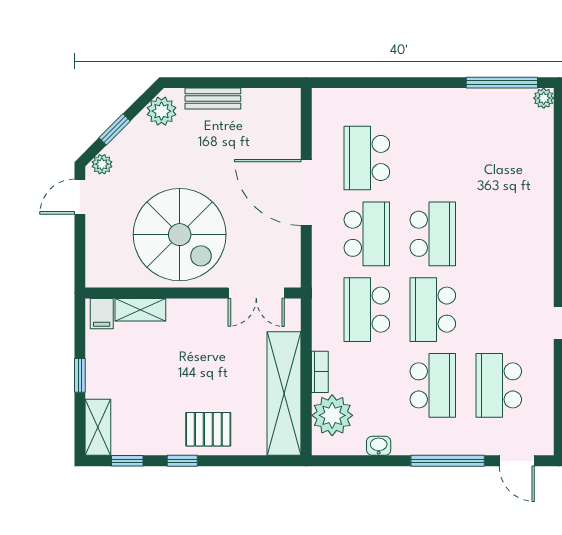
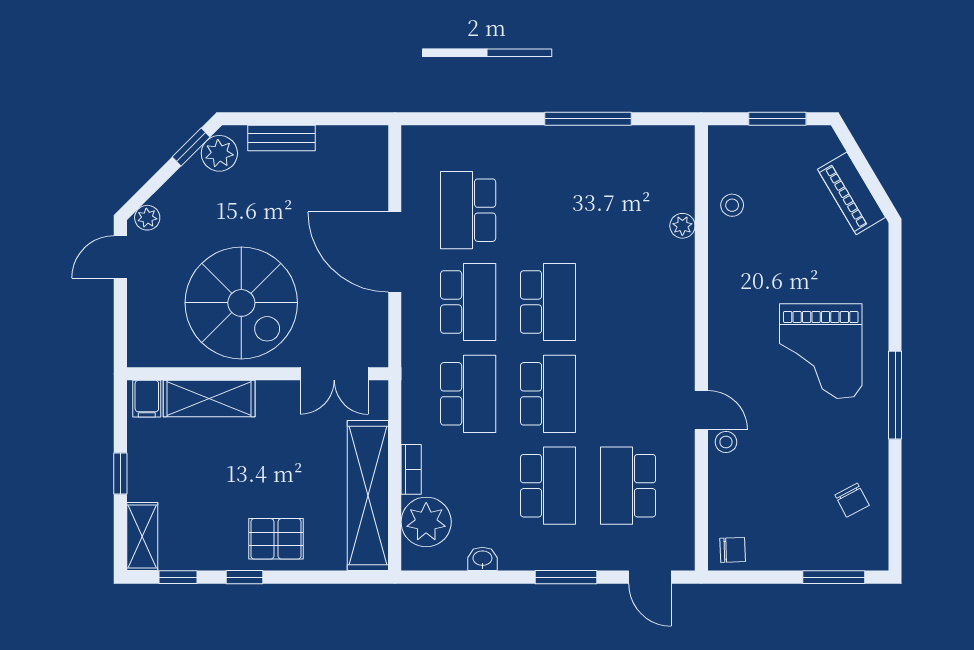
window: (502, 83) -> (588, 119), moved
plant: (544, 98) -> (682, 226), moved
window: (115, 129) -> (191, 147), moved
shelving: (140, 310) -> (209, 399), width x1.50, depth x1.33
school desk: (367, 310) -> (468, 394), turned 180
school desk: (433, 310) -> (548, 394), turned 180
window: (448, 461) -> (566, 577), width x0.69

